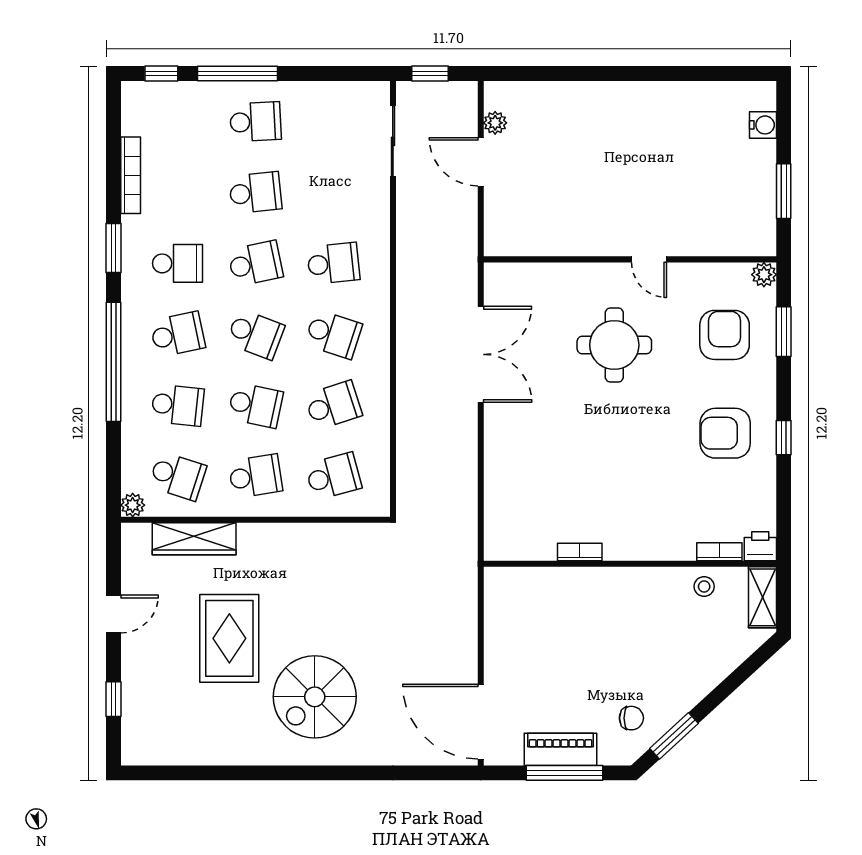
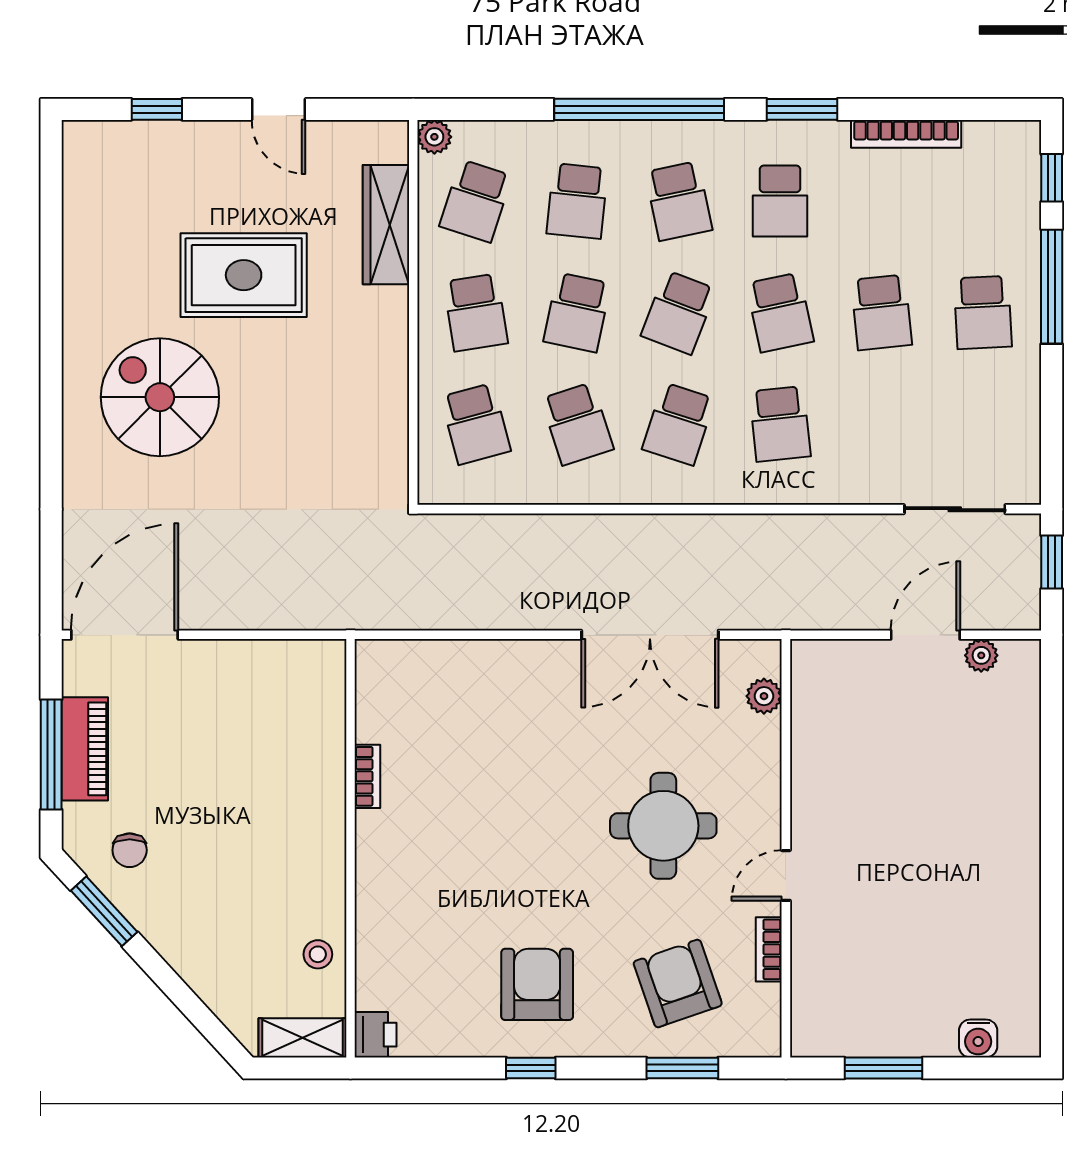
plant: (764, 275) -> (764, 696), moved
armchair: (725, 335) -> (678, 983), turned -109
bookcase: (719, 552) -> (769, 949), moved, turned 180

